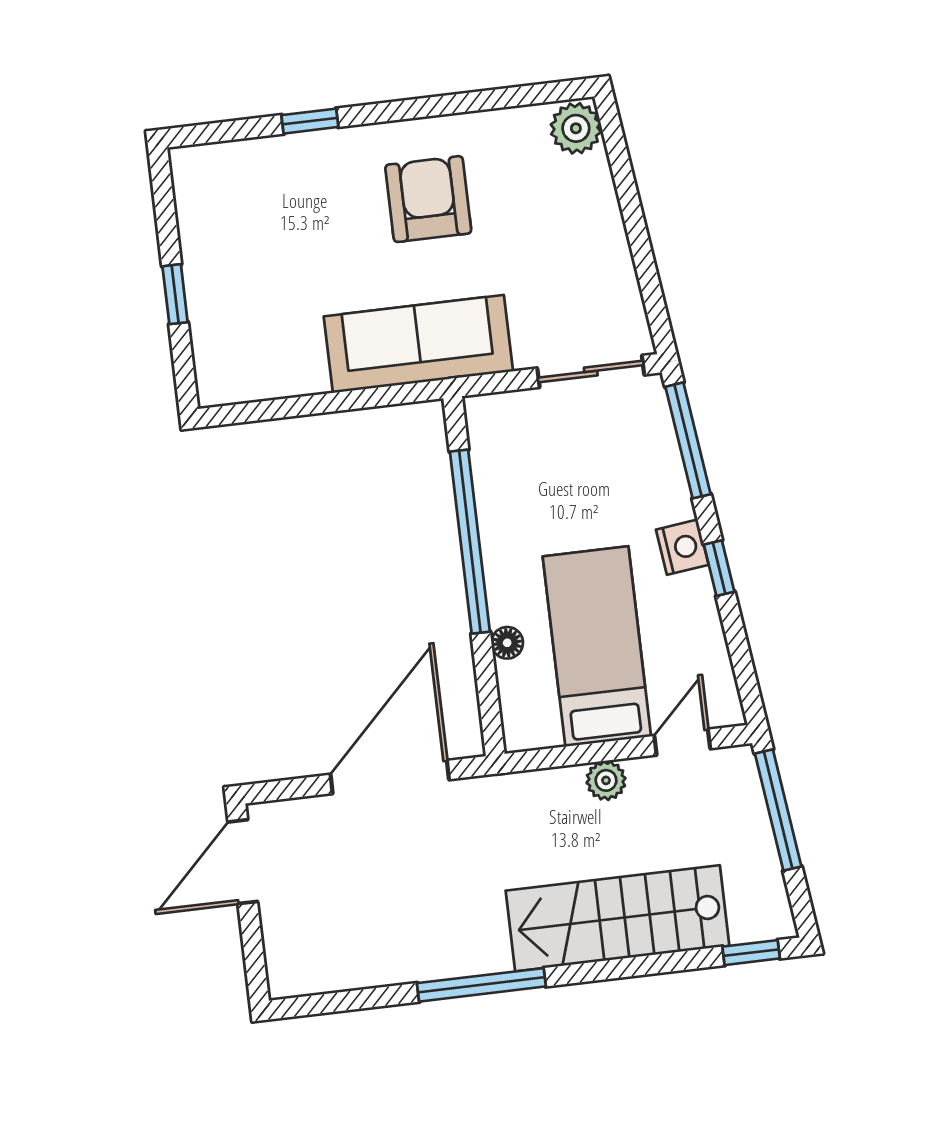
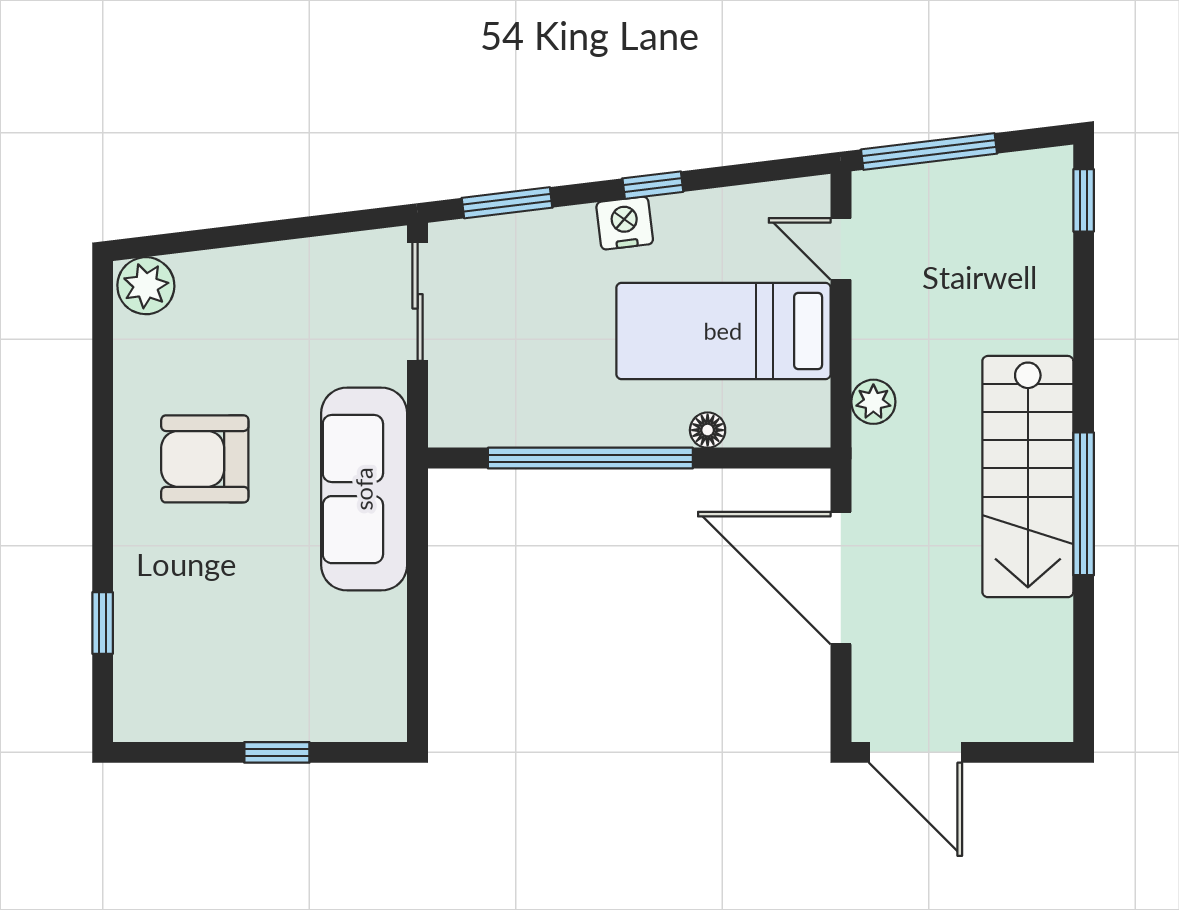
window: (310, 121) -> (103, 623), moved
window: (688, 440) -> (507, 203), width x0.69
plant: (606, 780) -> (873, 402), moved
stairs: (617, 918) -> (1028, 477), moved

